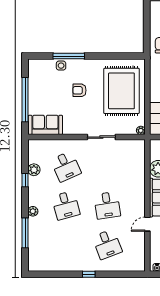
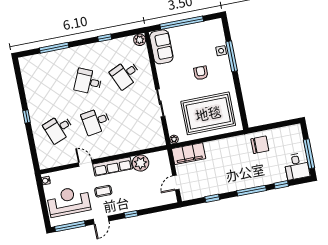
plant: (34, 170) -> (140, 40), moved
desk: (66, 205) -> (88, 82), turned 39
plant: (33, 211) -> (76, 51), removed

